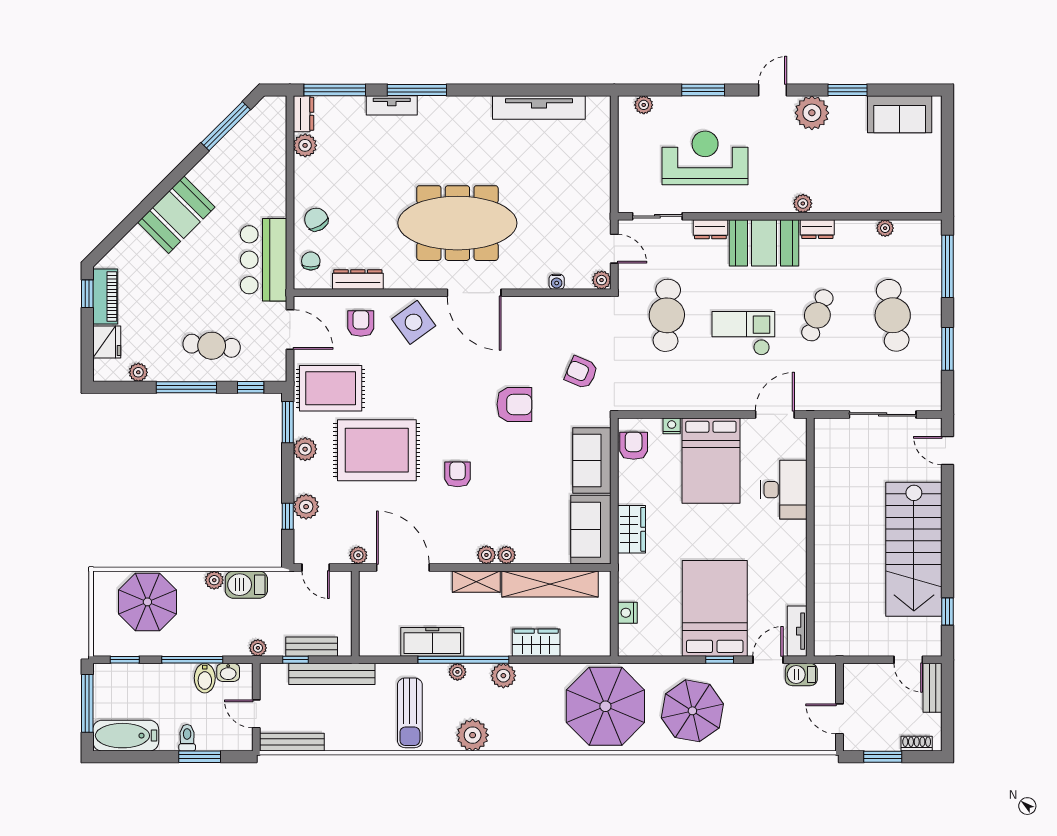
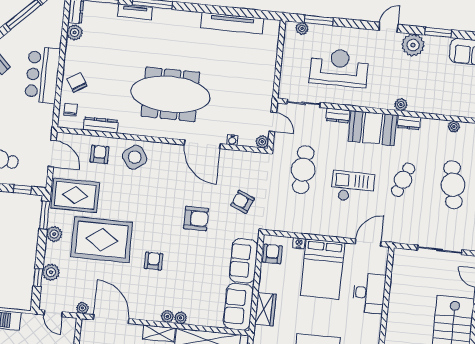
window: (703, 90) -> (319, 20), moved
bar counter: (263, 260) -> (42, 75), moved
door: (474, 293) -> (202, 144), moved

